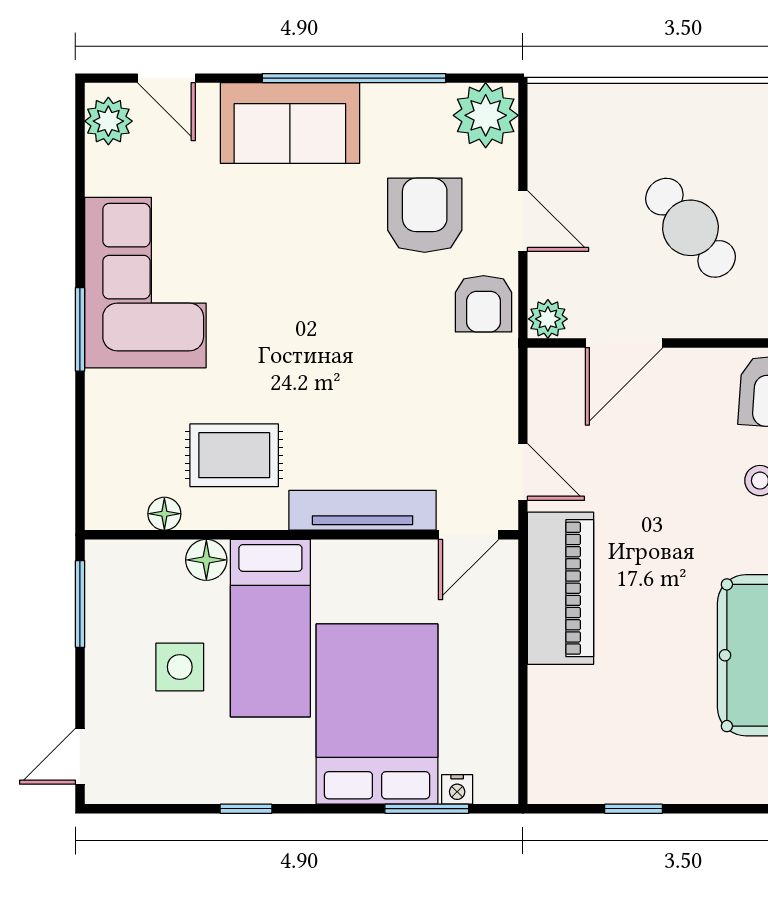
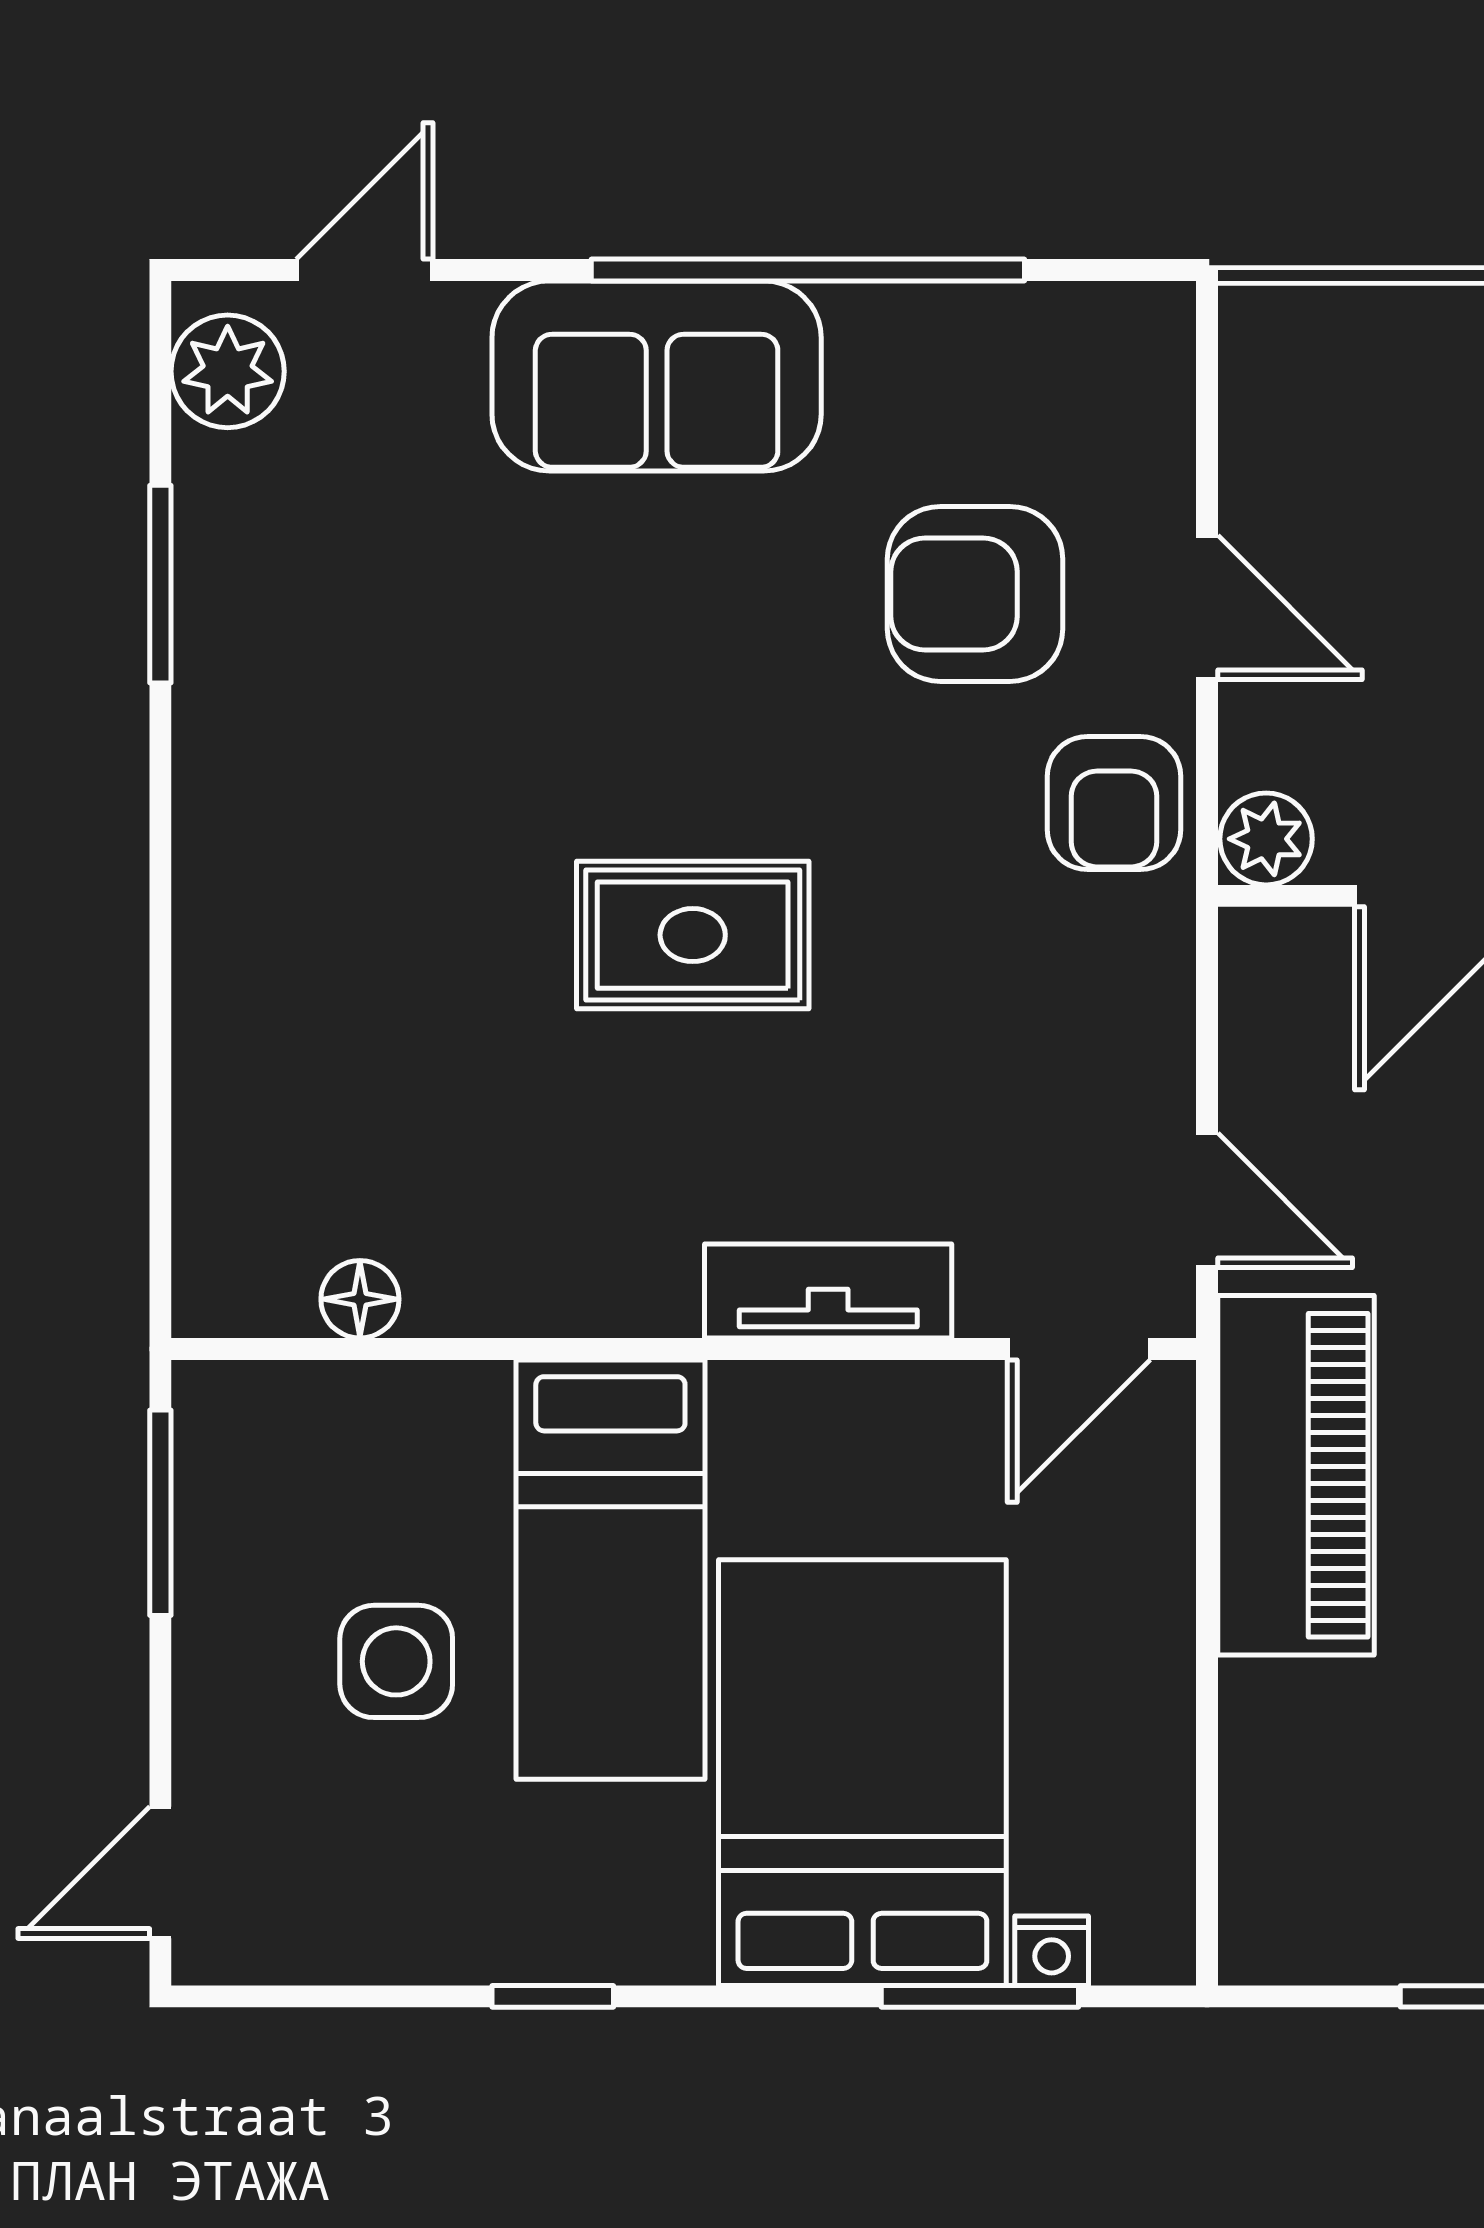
door: (166, 78) -> (365, 270), swing flipped
plant: (486, 115) -> (1119, 358), removed
armchair: (425, 215) -> (975, 594), turned -90
corner sofa: (145, 283) -> (315, 753), removed
window: (80, 329) -> (160, 584), moved
rug: (234, 455) -> (693, 935), moved
tv unit: (363, 510) -> (828, 1291), width x0.71
floor lamp: (206, 560) -> (459, 1408), removed

